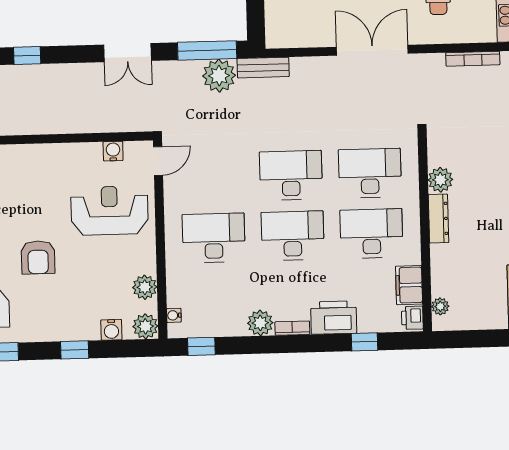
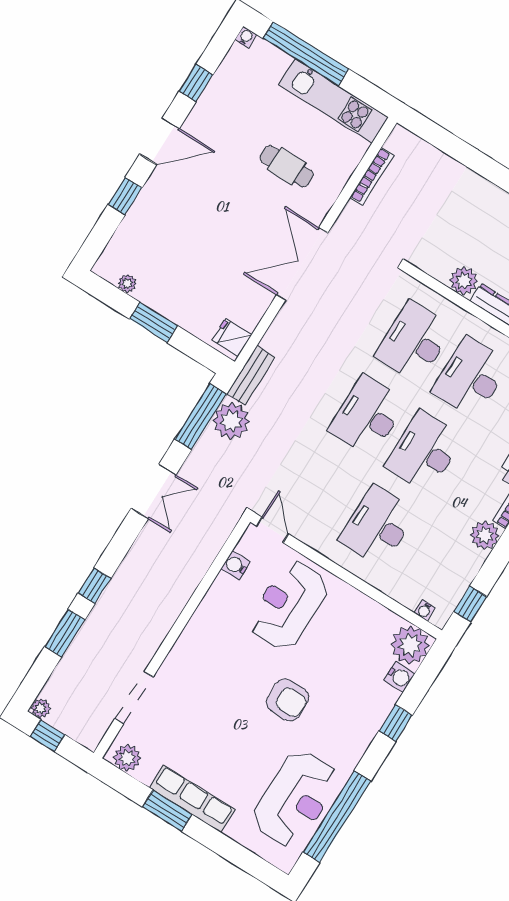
fridge: (282, 34) -> (232, 338), added
plant: (145, 287) -> (381, 620), removed
plant: (145, 326) -> (410, 645), width x1.36, depth x1.36

